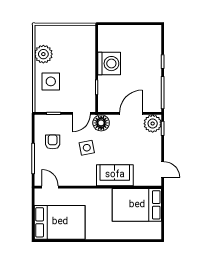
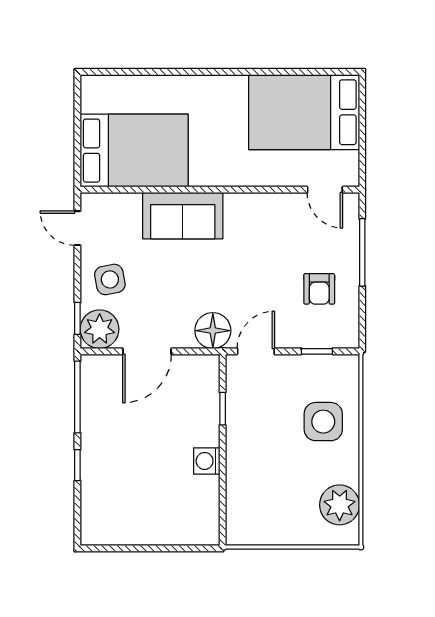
plant: (43, 54) -> (340, 505), moved
washing machine: (109, 64) -> (207, 461), width x0.53, depth x0.53
side table: (87, 148) -> (110, 279), moved

